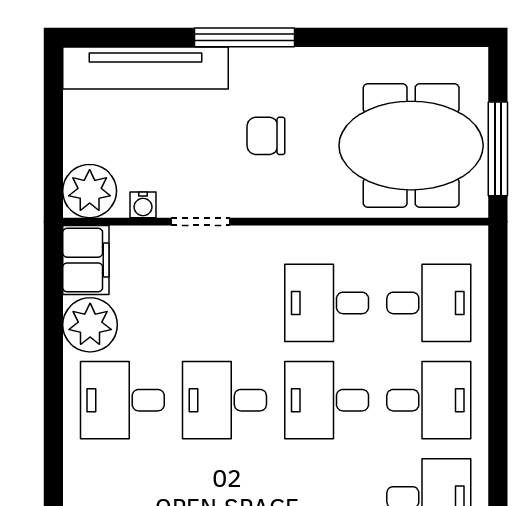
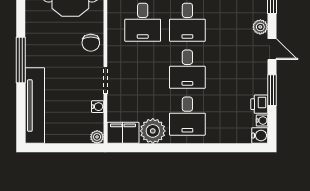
chair: (266, 136) -> (91, 43), moved
plant: (90, 191) -> (97, 137), width x0.53, depth x0.53

